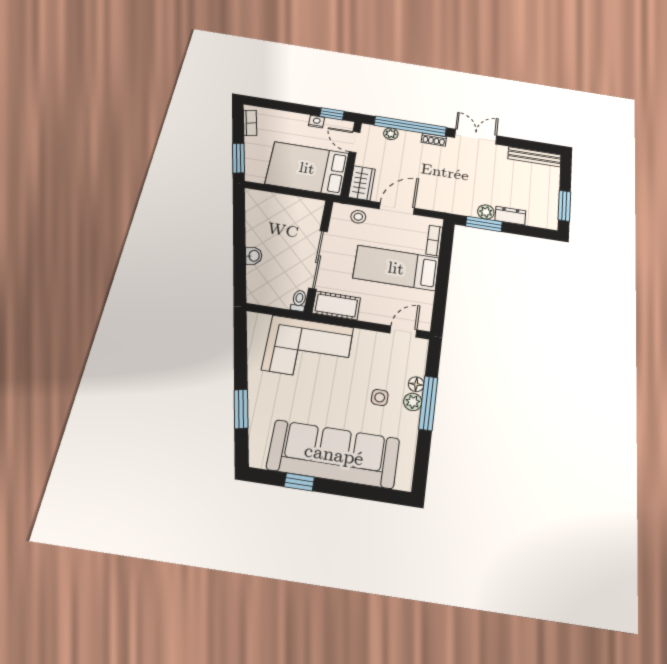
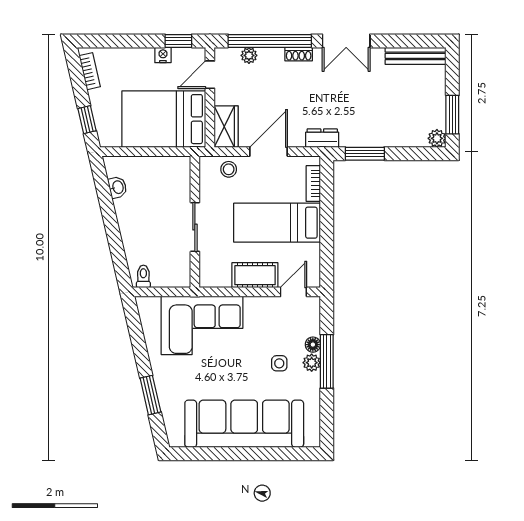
double door: (476, 137) -> (346, 41), swing flipped
door: (354, 142) -> (210, 75), hinge flipped
window: (238, 158) -> (87, 120), width x0.67
plant: (486, 212) -> (437, 138), moved
dresser: (510, 216) -> (322, 138), moved
washbasin: (254, 256) -> (118, 187), moved
sliding door: (318, 259) -> (195, 227), width x0.73
toilet: (299, 301) -> (143, 276), moved
cot: (336, 305) -> (255, 275), moved
window: (299, 482) -> (217, 454), removed

